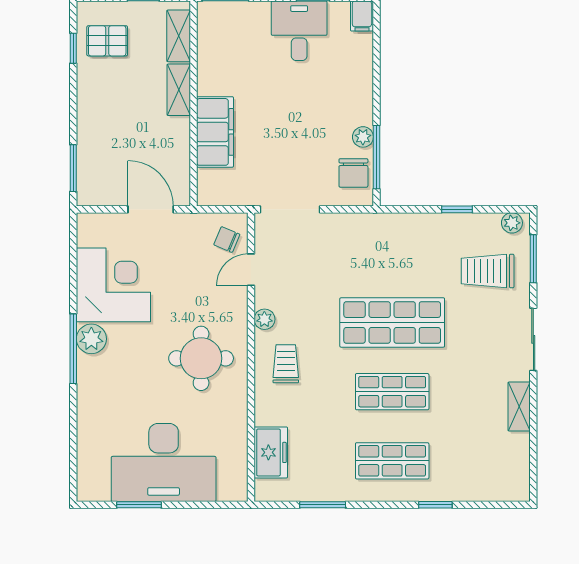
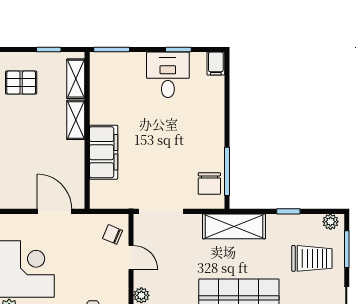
plant: (363, 137) -> (217, 156), removed
shelving: (386, 229) -> (234, 226), added
door: (251, 270) -> (131, 257), swing flipped
trolley: (488, 271) -> (312, 258), turned 180

